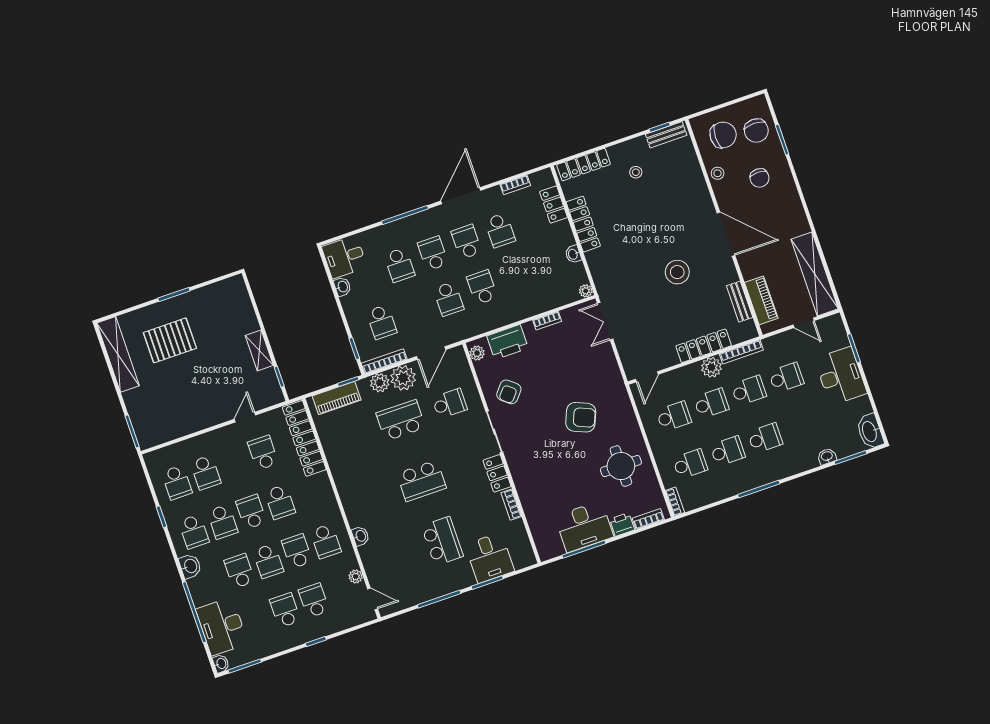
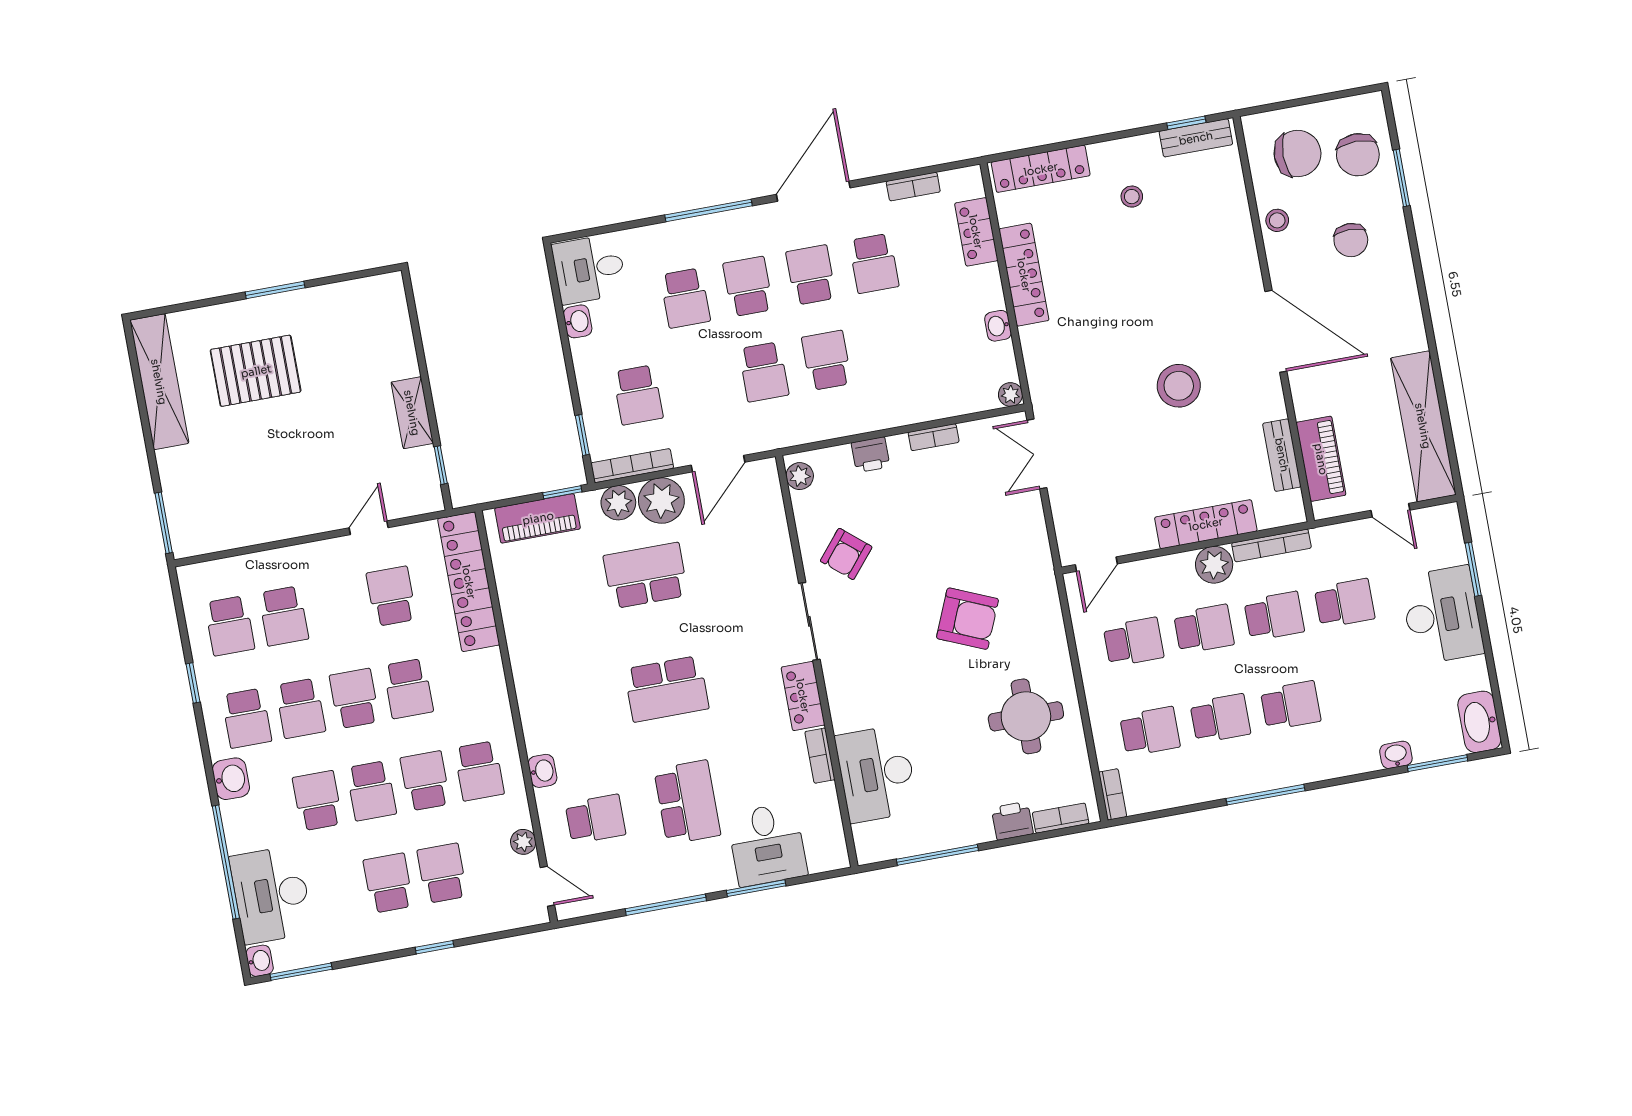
printer: (508, 342) -> (871, 455), width x0.53, depth x0.68
school desk: (450, 403) -> (595, 819), moved
desk: (584, 527) -> (877, 774), moved, turned 90

